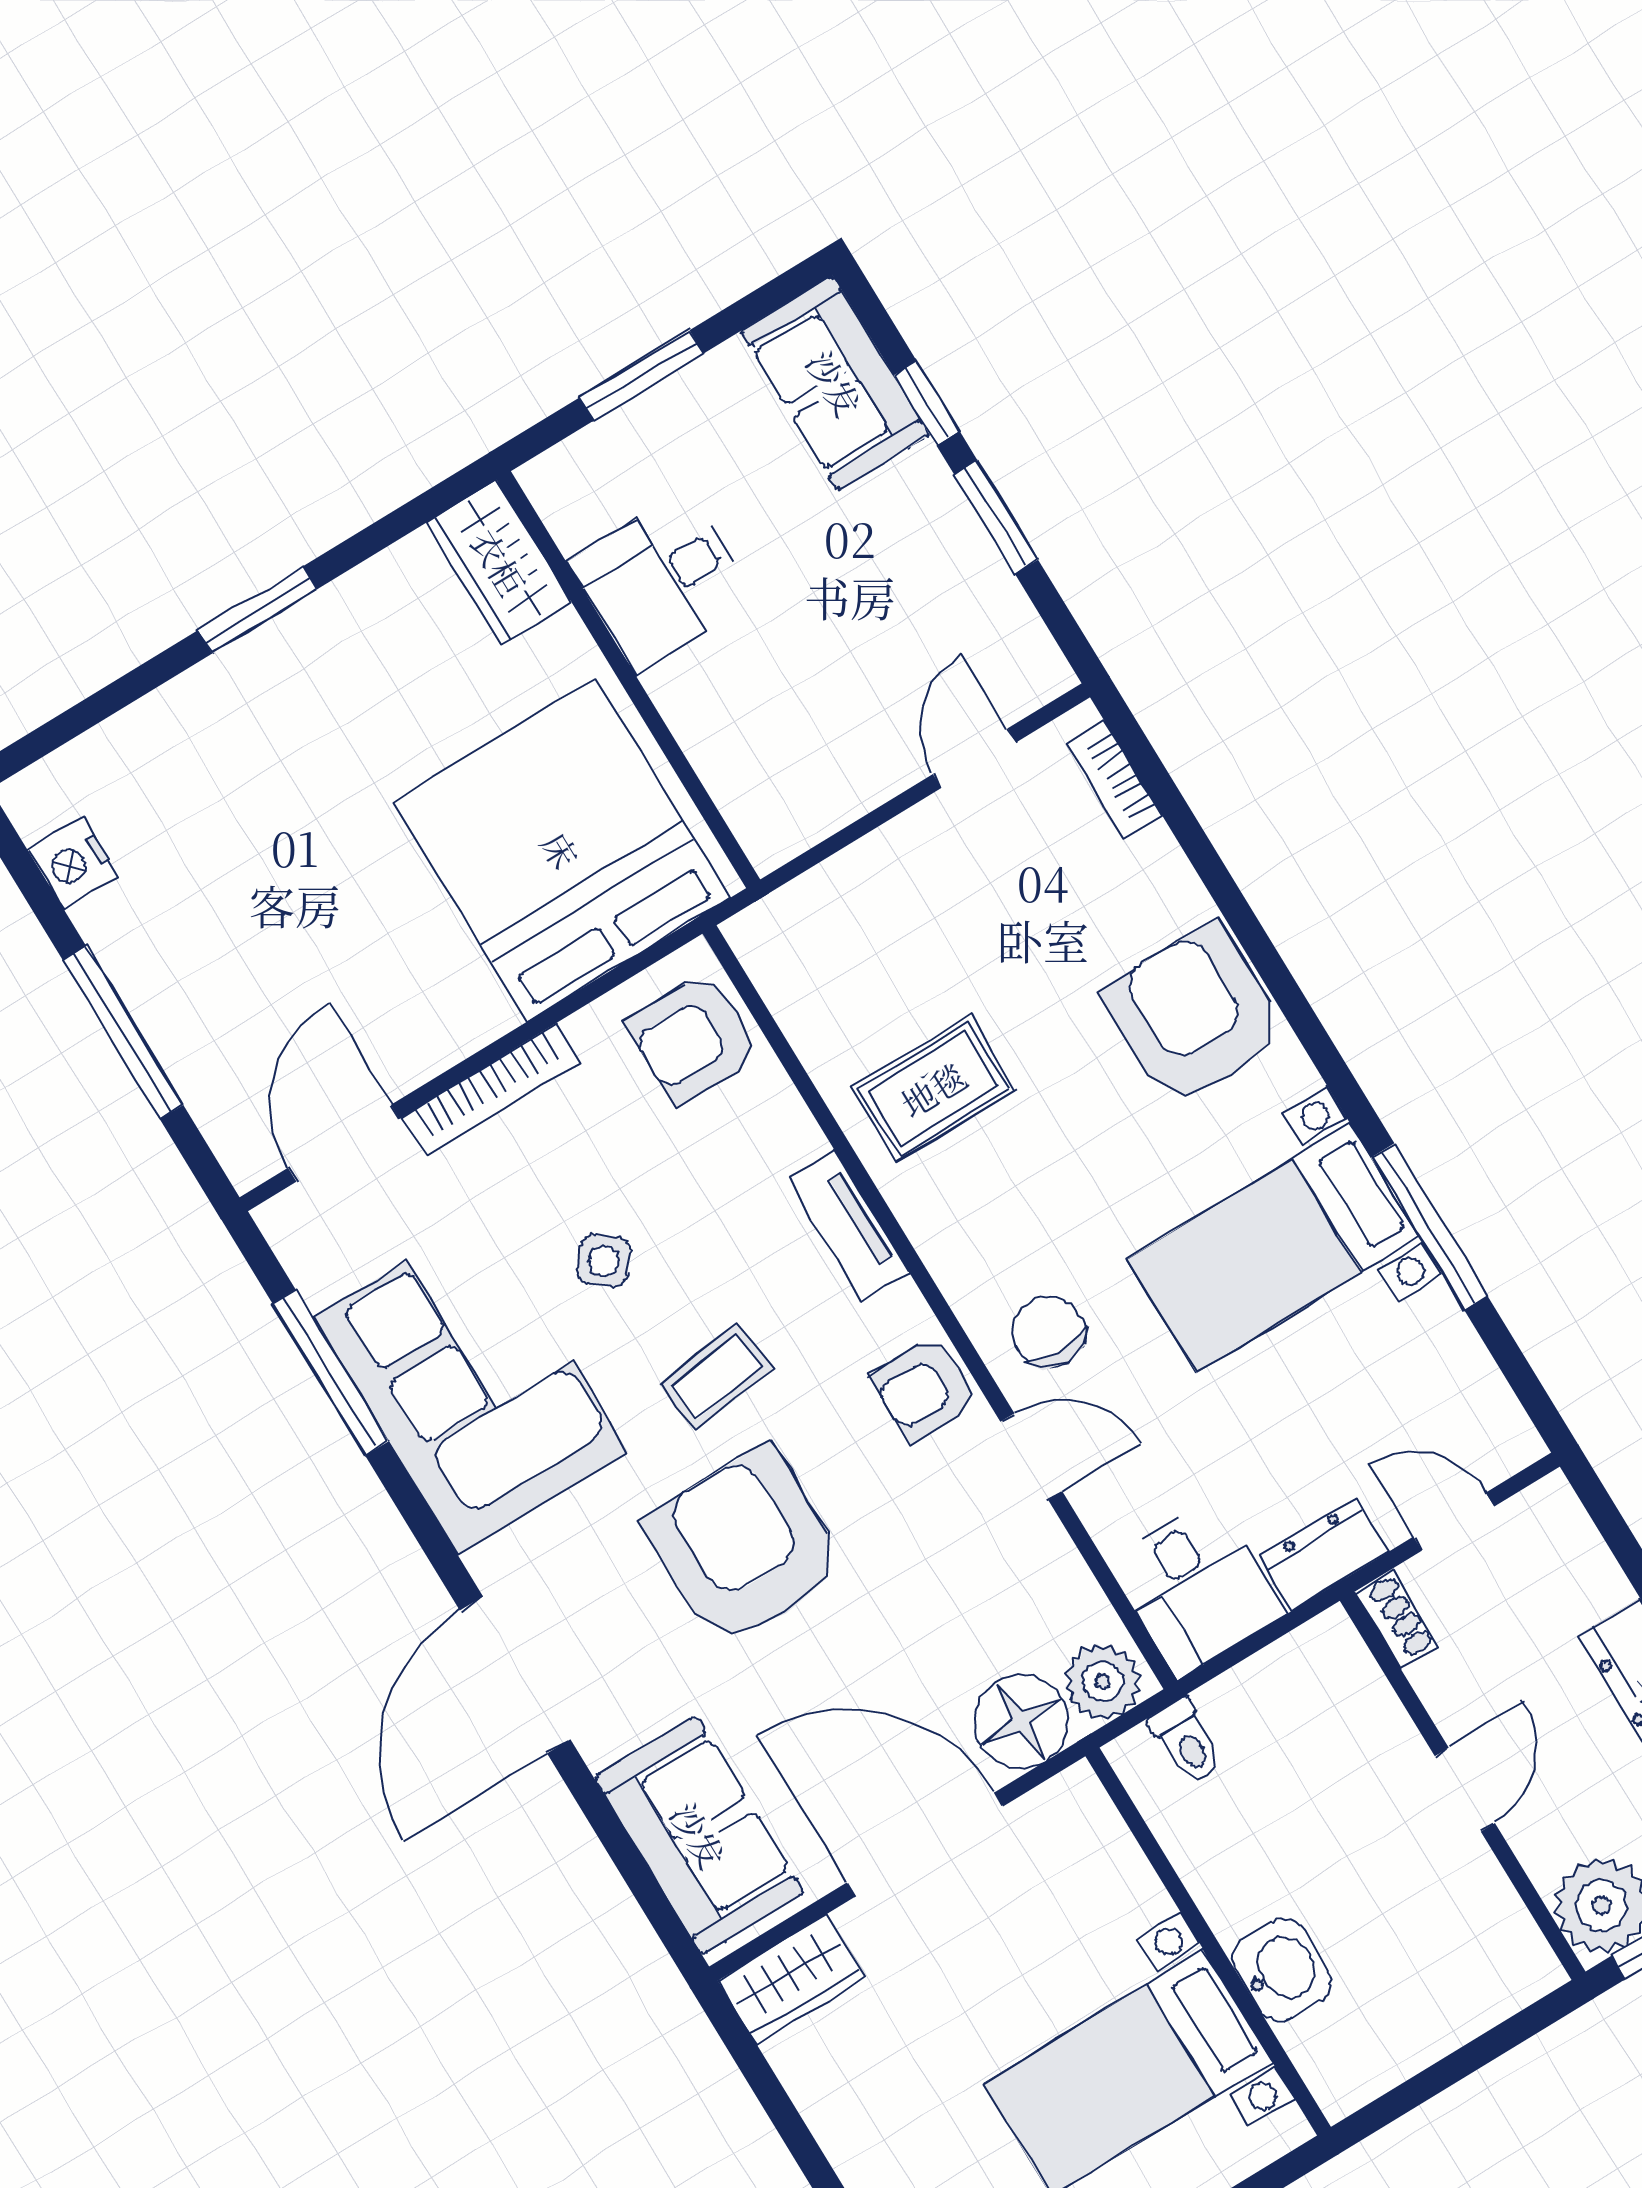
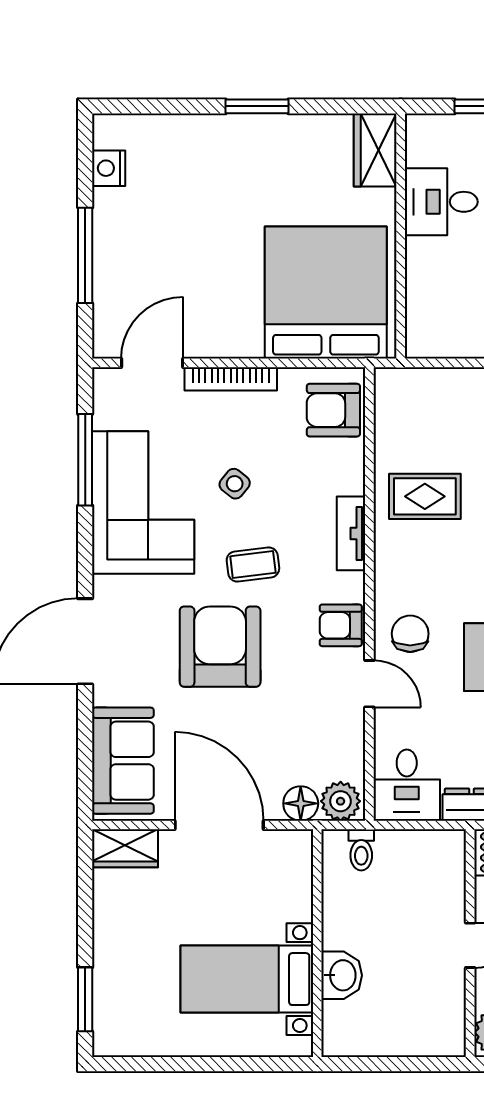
floor lamp: (1021, 1722) -> (301, 803), width x0.73, depth x0.73

